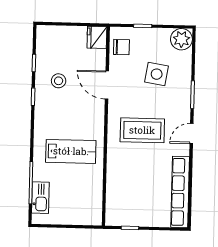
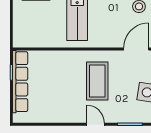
row of seats: (180, 192) -> (20, 82), moved, turned 90

